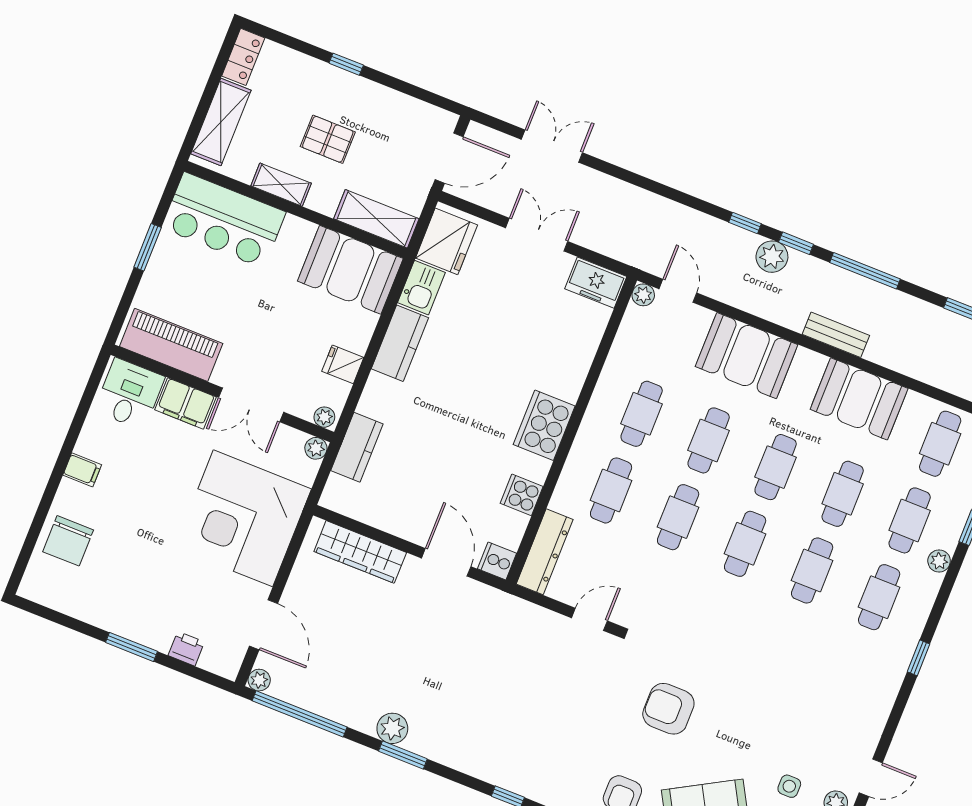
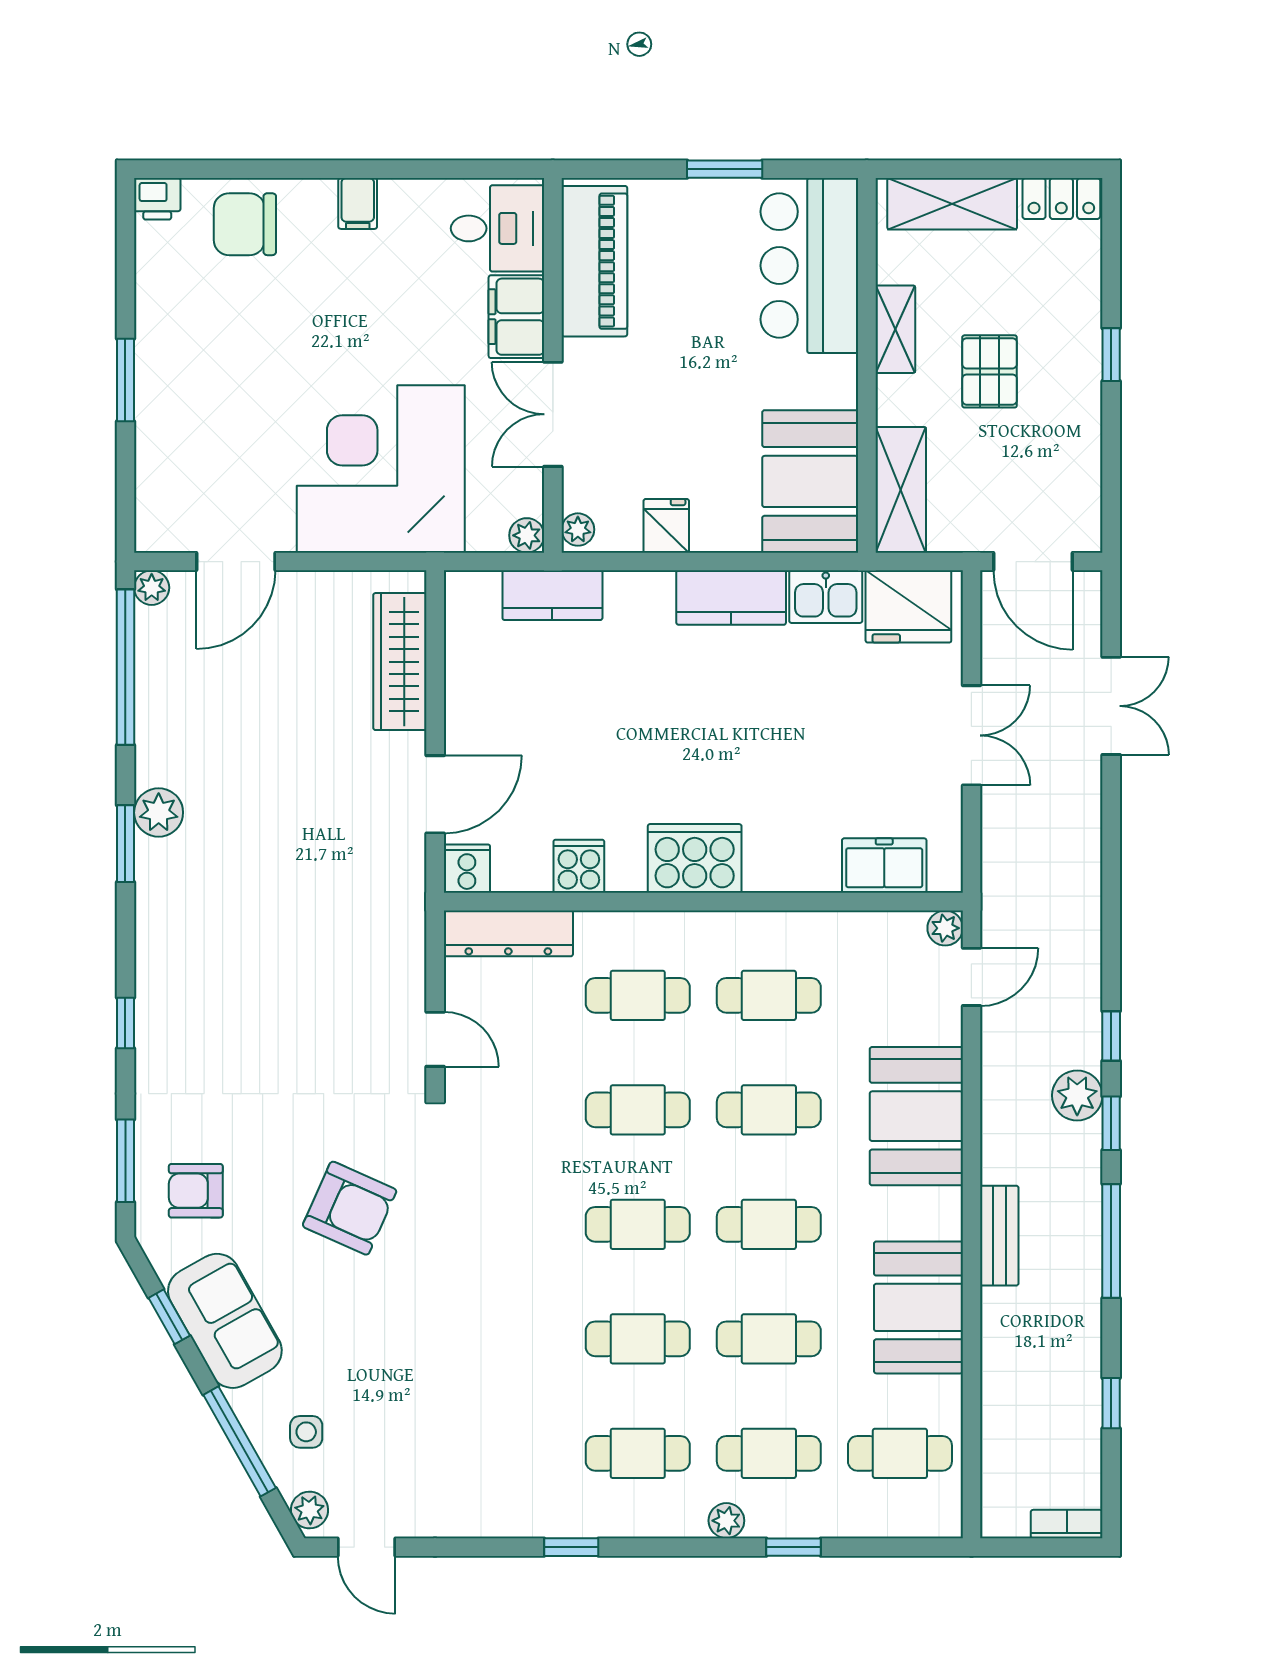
freezer: (596, 283) -> (884, 866), moved, turned 90
printer: (186, 649) -> (157, 199), moved, turned 90
armchair: (668, 709) -> (350, 1208), turned 114

